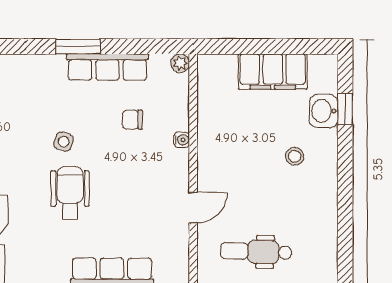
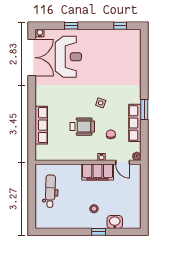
filing cabinet: (273, 72) -> (98, 172), moved, turned -90
window: (345, 109) -> (99, 232), moved
wheelchair: (70, 193) -> (82, 127), moved
door: (193, 207) -> (123, 162), moved

